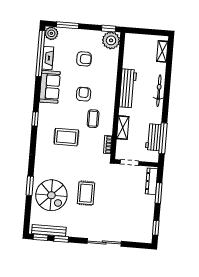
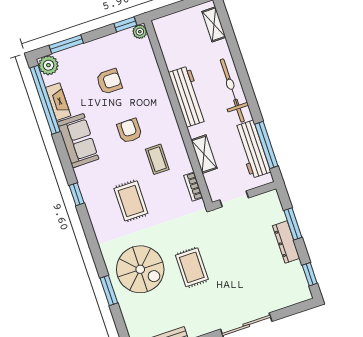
plant: (111, 40) -> (140, 32), width x0.53, depth x0.53
bicycle: (159, 91) -> (232, 91), width x1.37, depth x1.40
rug: (66, 137) -> (131, 201), turned 90
workbench: (153, 137) -> (252, 149), width x1.38
dresser: (152, 181) -> (286, 242), moved
spiral stairs: (51, 195) -> (140, 269), moved

